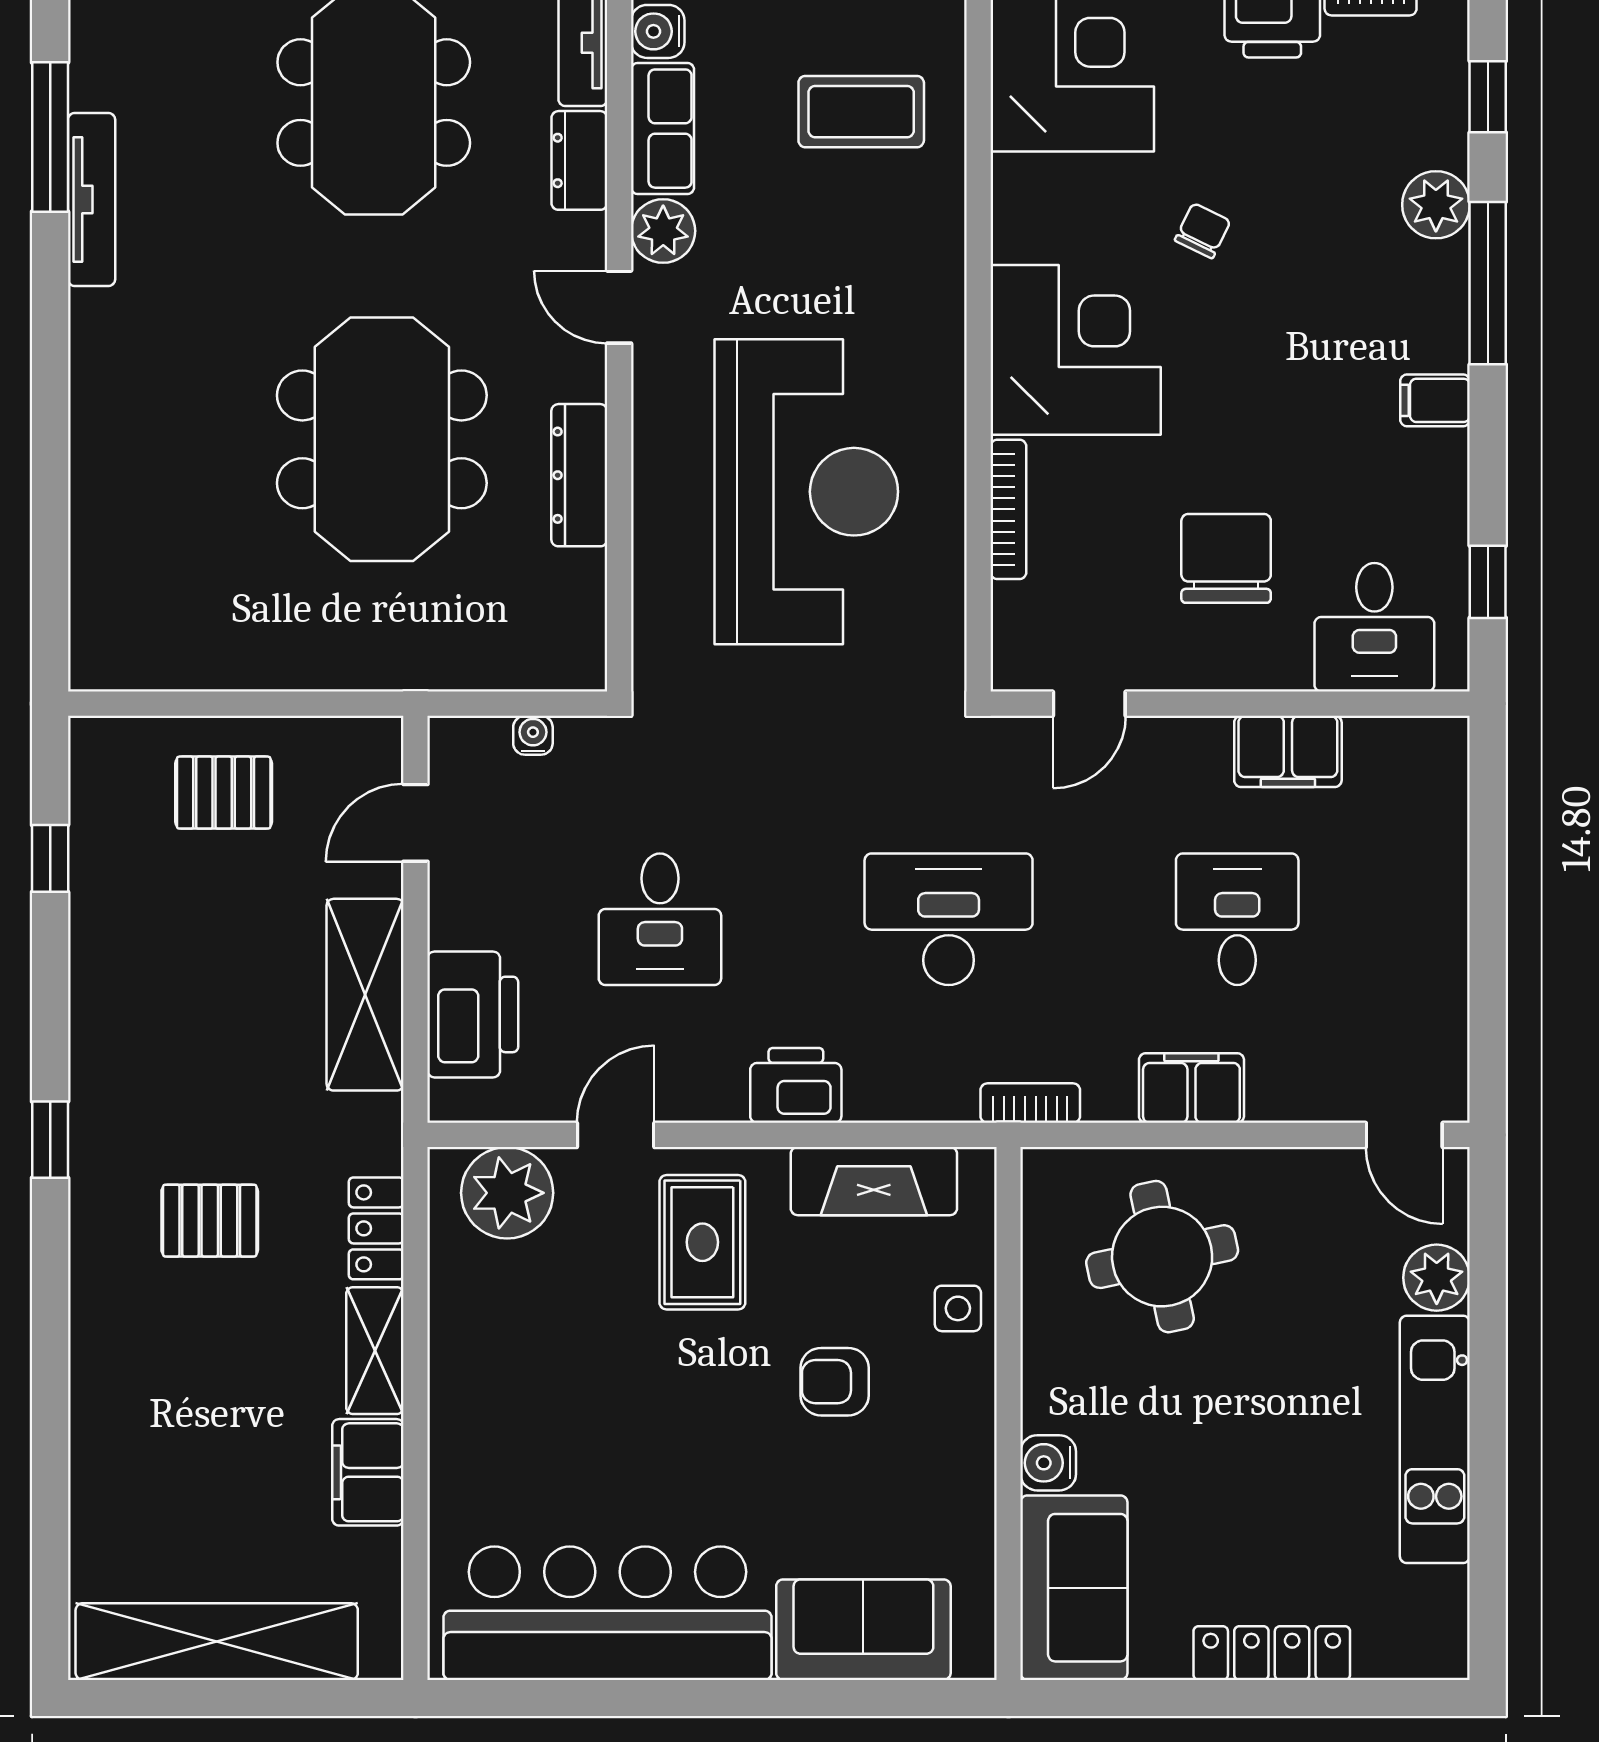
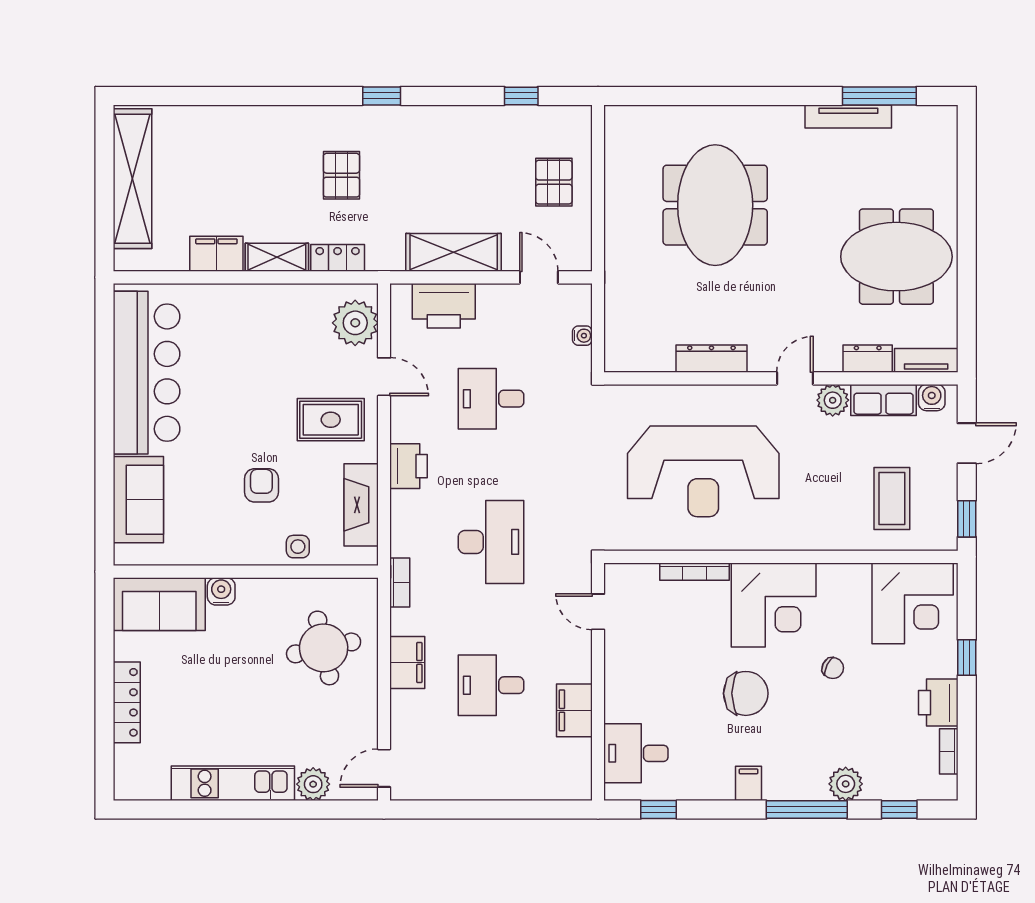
meeting table: (382, 439) -> (715, 205), moved, turned 90
chair: (1226, 558) -> (746, 693), moved
desk: (1237, 919) -> (491, 685), turned 180

